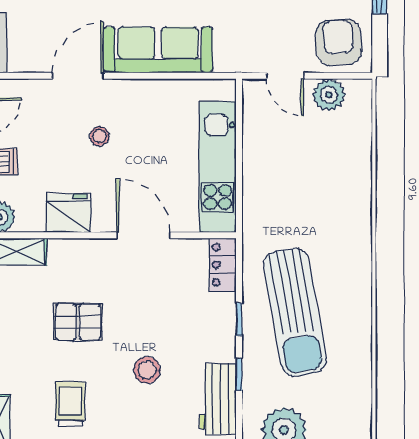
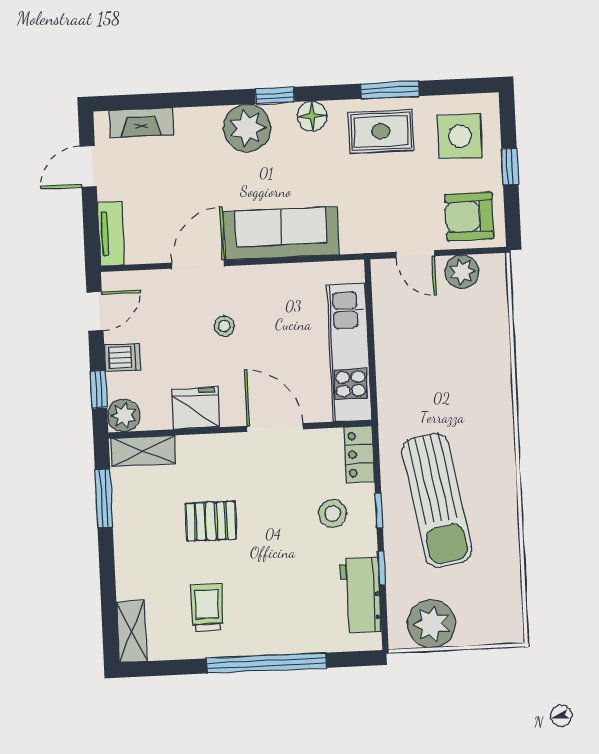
armchair: (338, 42) -> (469, 216), turned -86
stool: (147, 370) -> (333, 513), moved

